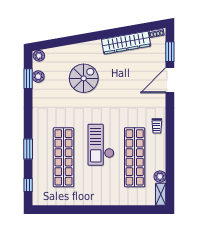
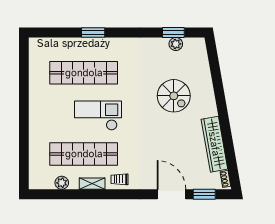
plant: (39, 56) -> (200, 45), removed
window: (28, 185) -> (52, 32), removed
shelving: (161, 194) -> (92, 184), moved

